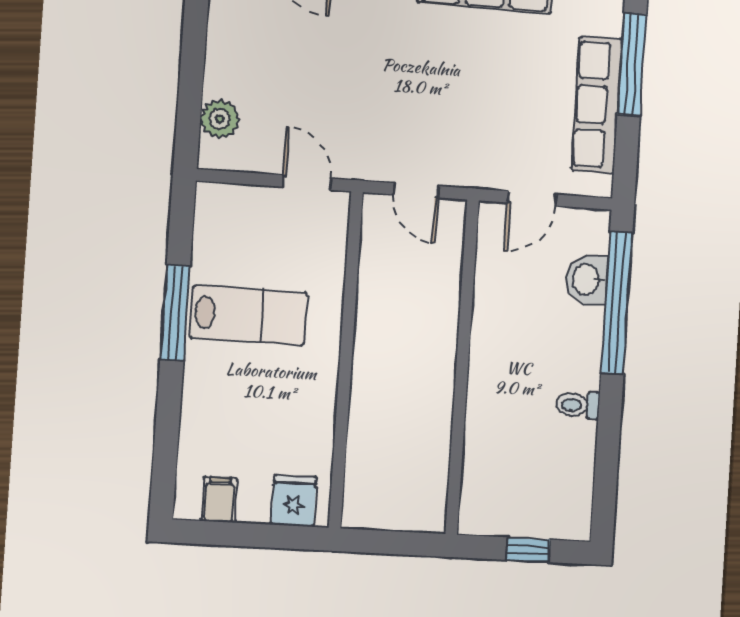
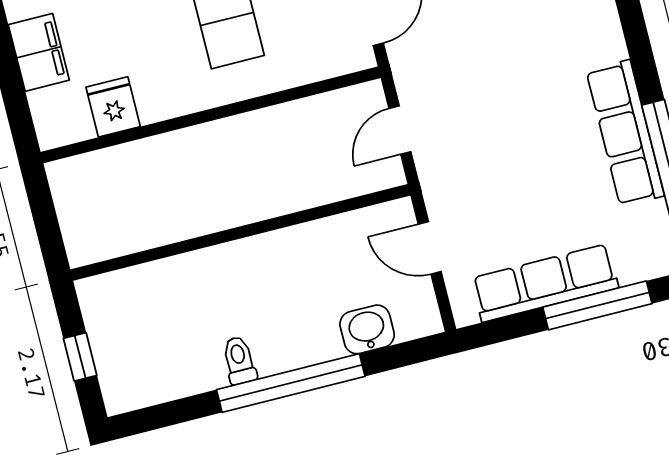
window: (617, 303) -> (291, 383), moved
filing cabinet: (219, 500) -> (39, 52), width x2.00
fridge: (294, 501) -> (113, 107), moved, turned -90

